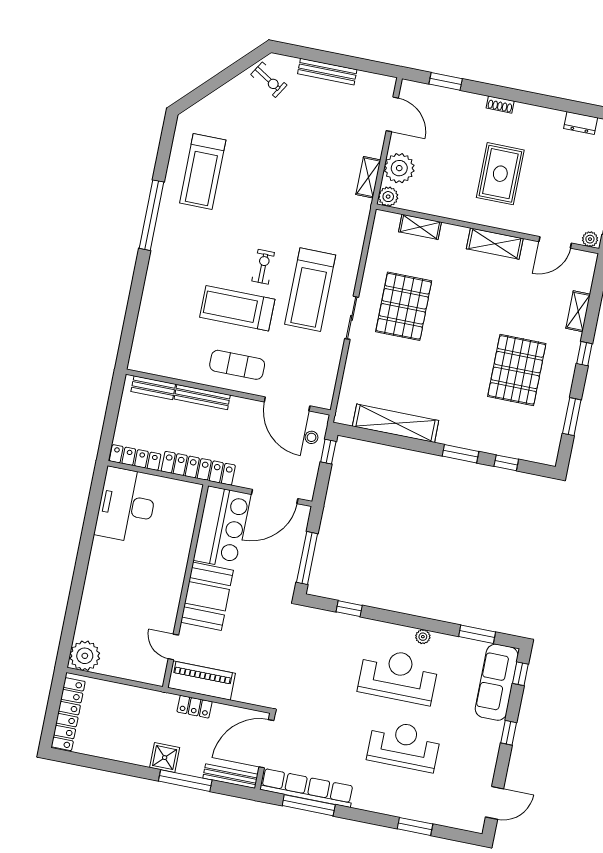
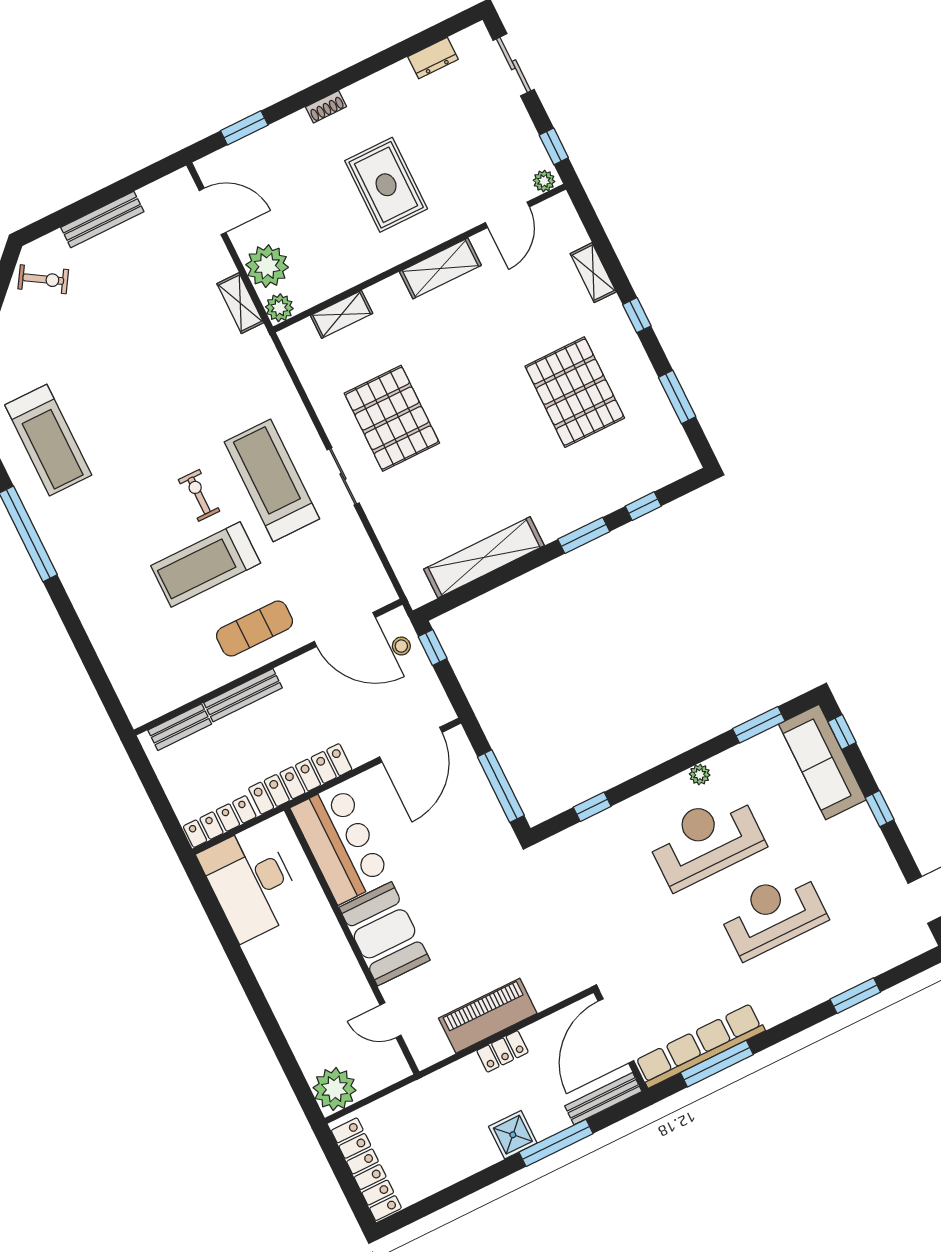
treadmill: (310, 290) -> (272, 480), turned 180
bar counter: (221, 527) -> (341, 843), moved
wall: (186, 586) -> (352, 941), moved
booth: (207, 596) -> (384, 934), moved
door: (173, 647) -> (391, 1020), moved

